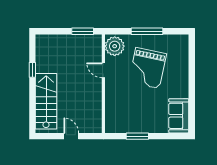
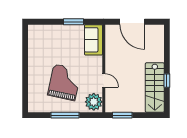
stairs: (46, 101) -> (155, 88), moved
sofa: (179, 116) -> (94, 40), moved, turned 180
door: (71, 136) -> (132, 22), width x1.88

